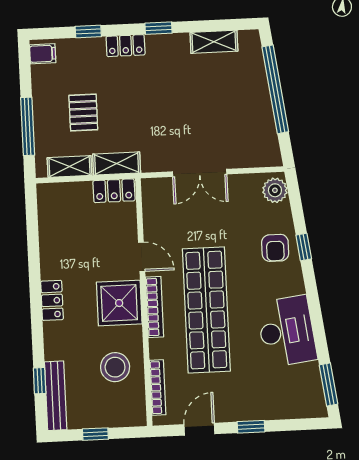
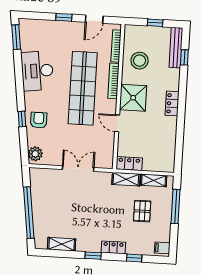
bookcase: (155, 307) -> (113, 81), moved

